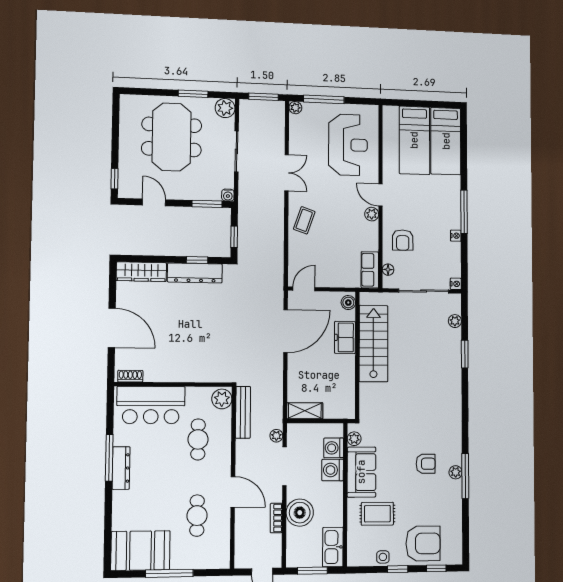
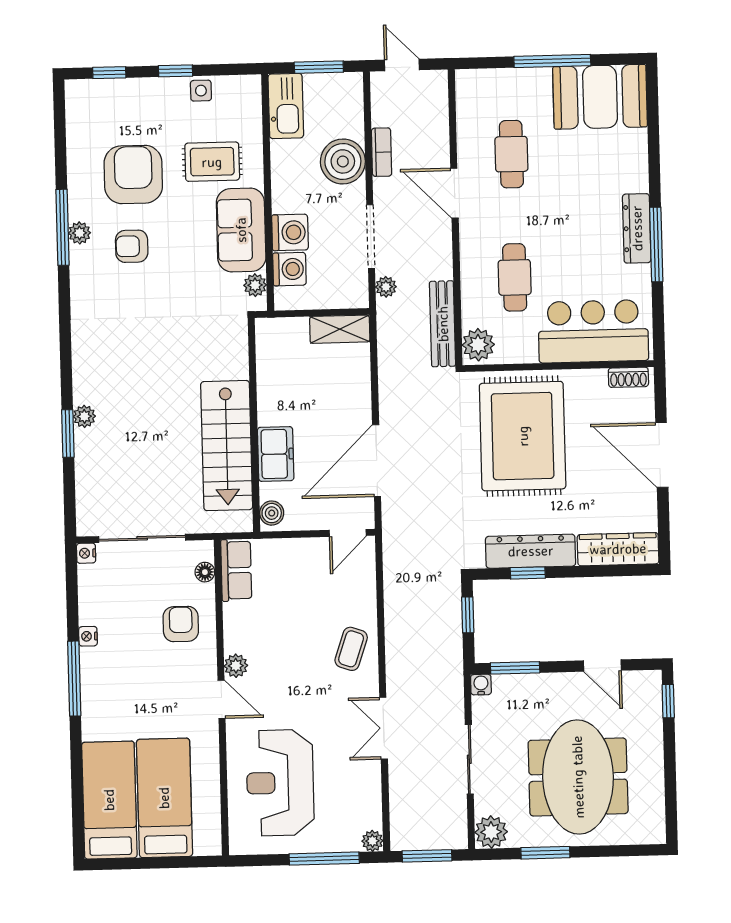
plant: (455, 321) -> (84, 416), moved
rug: (197, 343) -> (523, 436), added
armchair: (423, 543) -> (133, 174), moved, turned 90

